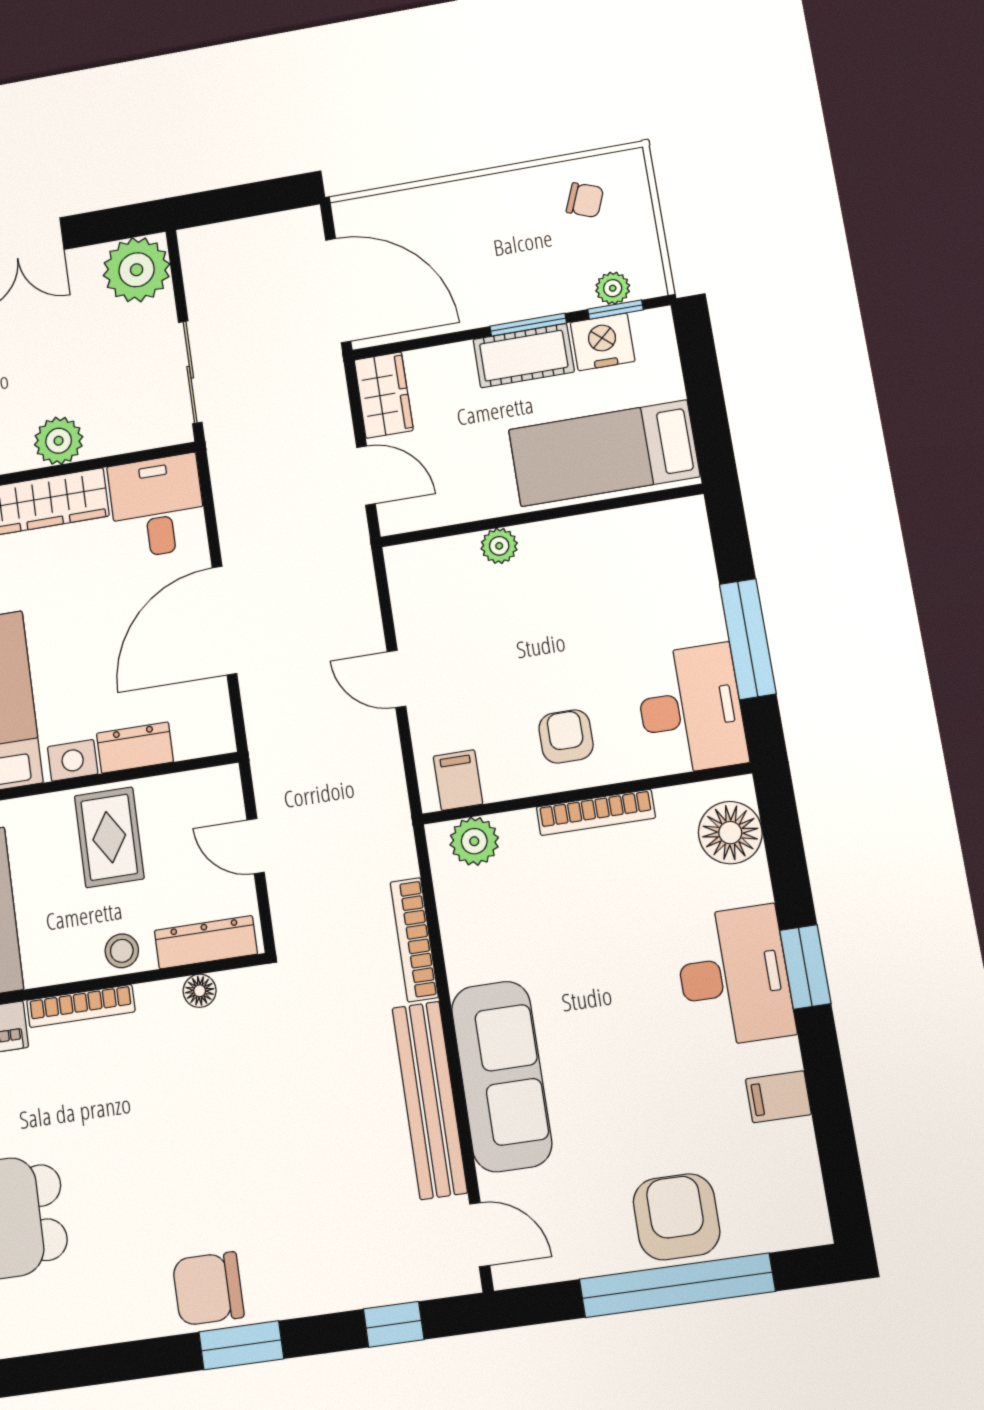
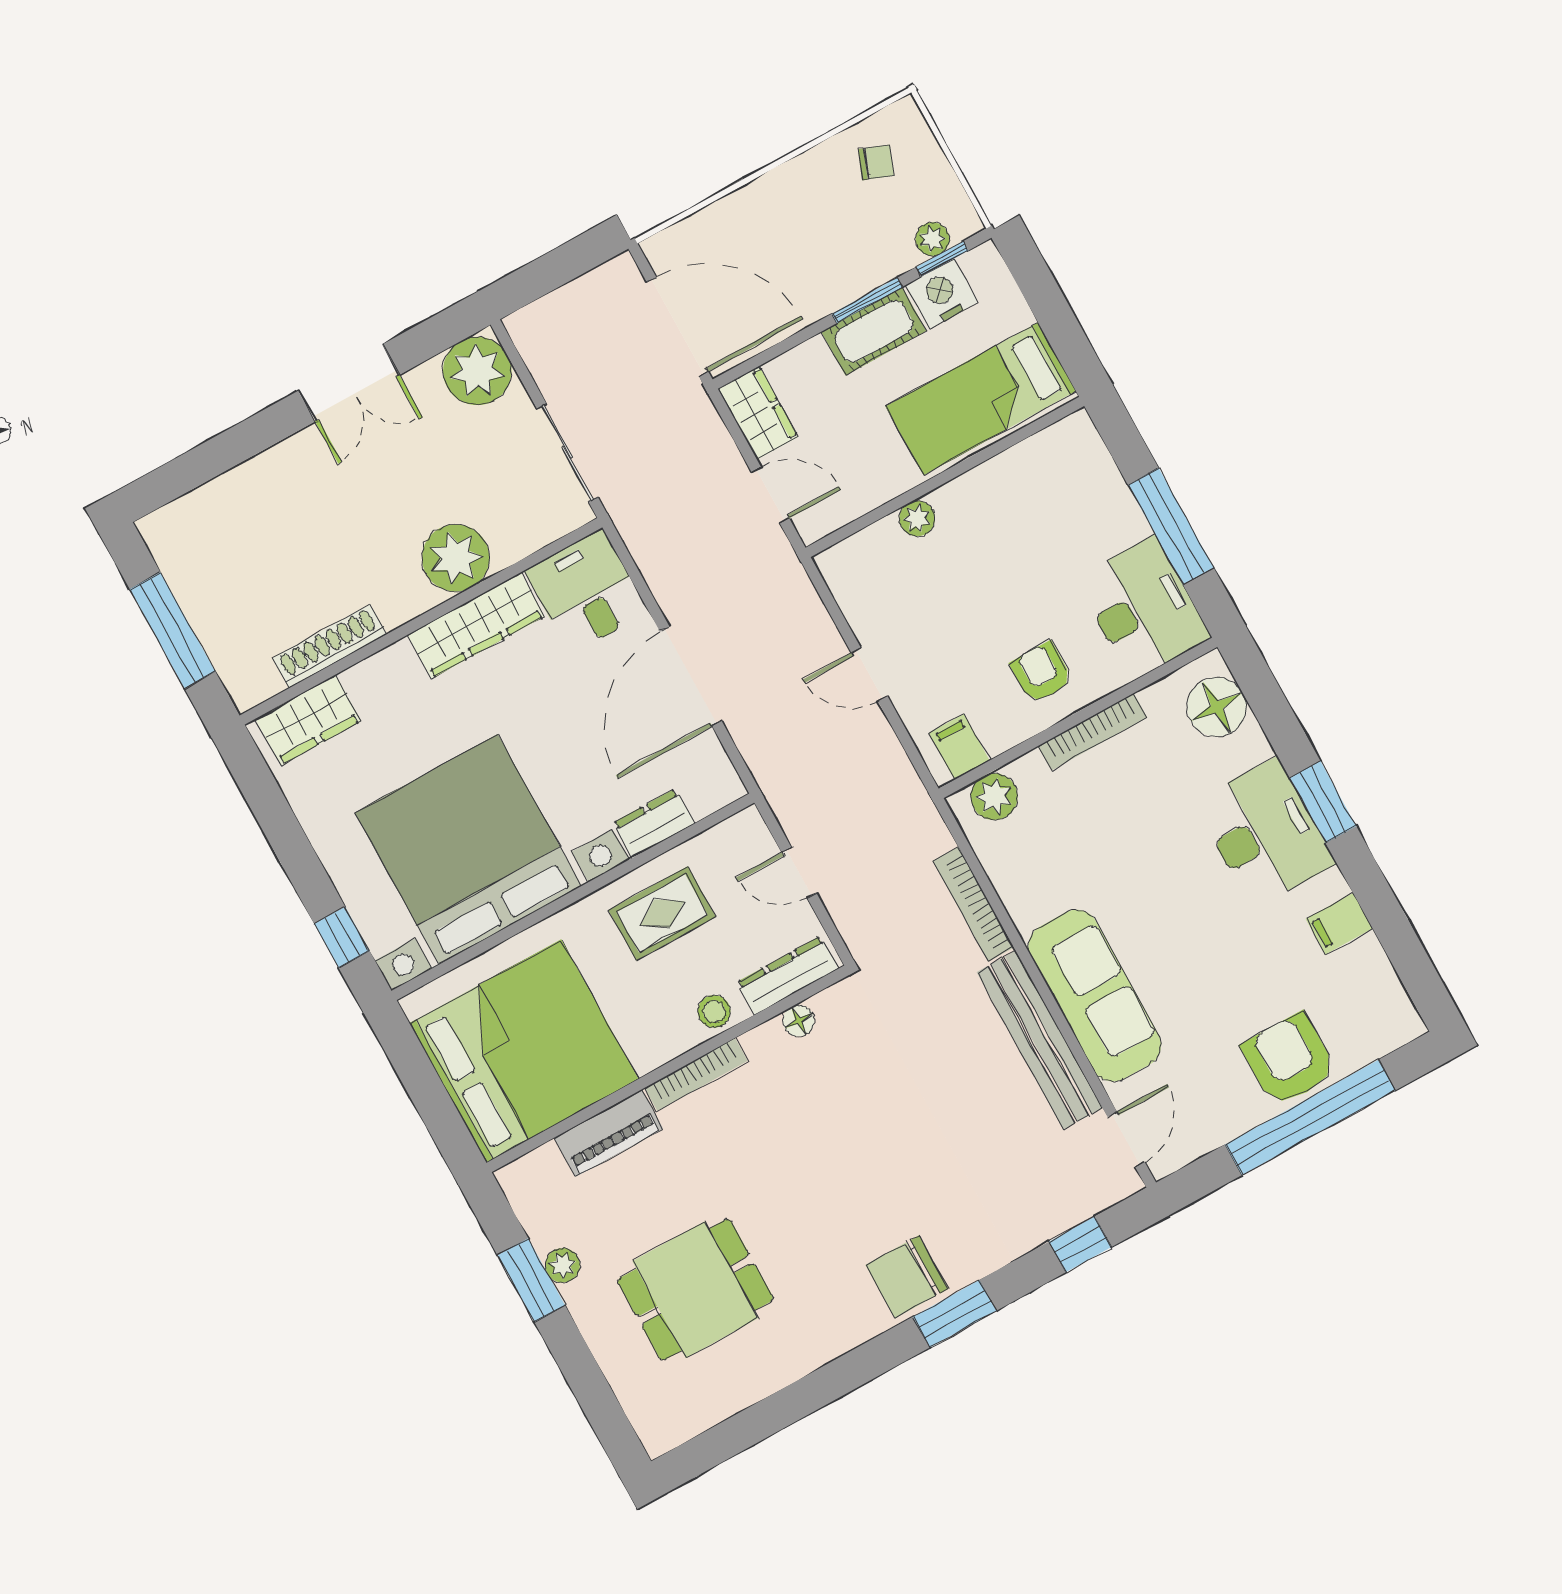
plant: (59, 441) -> (456, 558), width x1.36, depth x1.36
rug: (109, 837) -> (662, 913), turned 90
door: (480, 1235) -> (1126, 1139), hinge flipped

